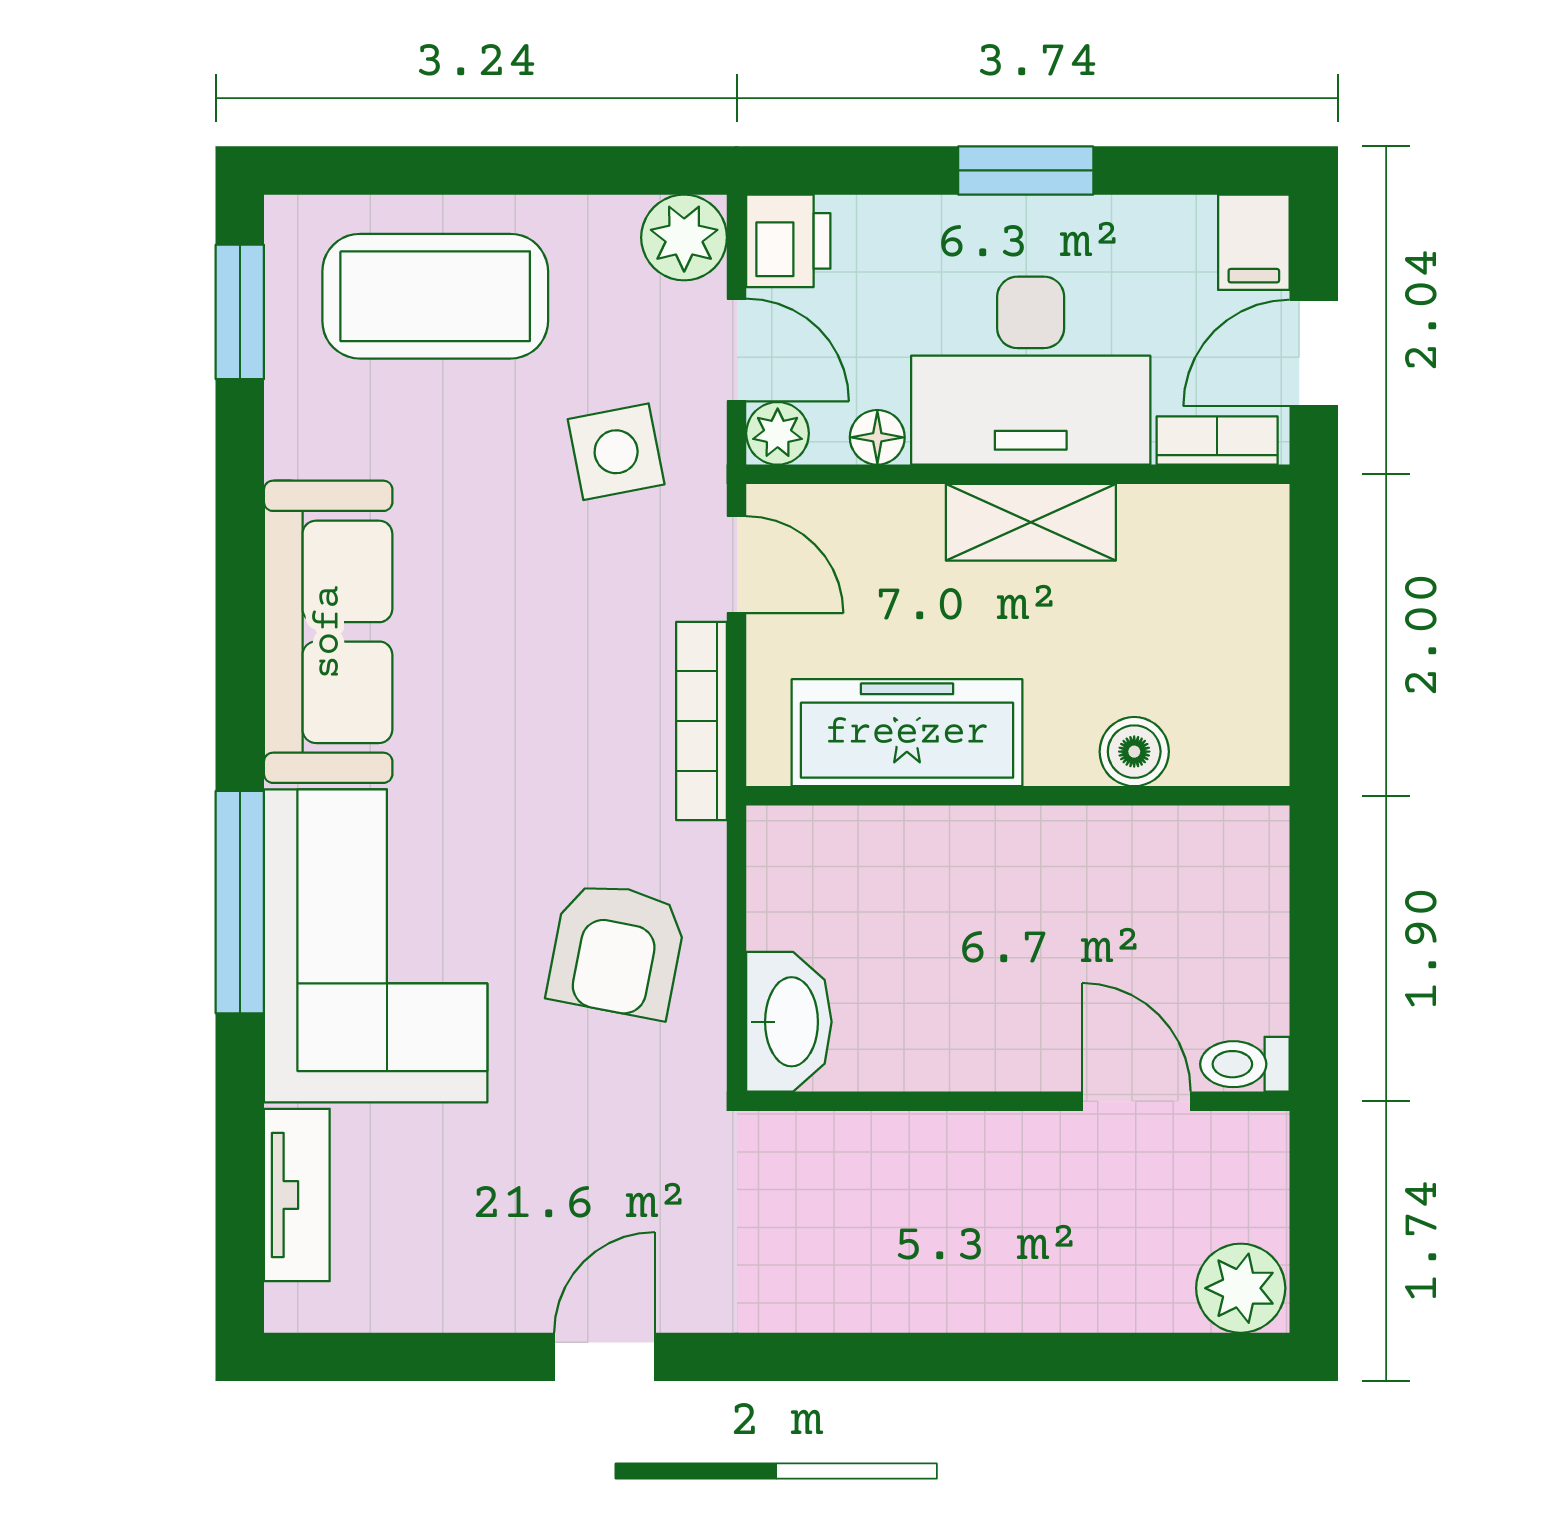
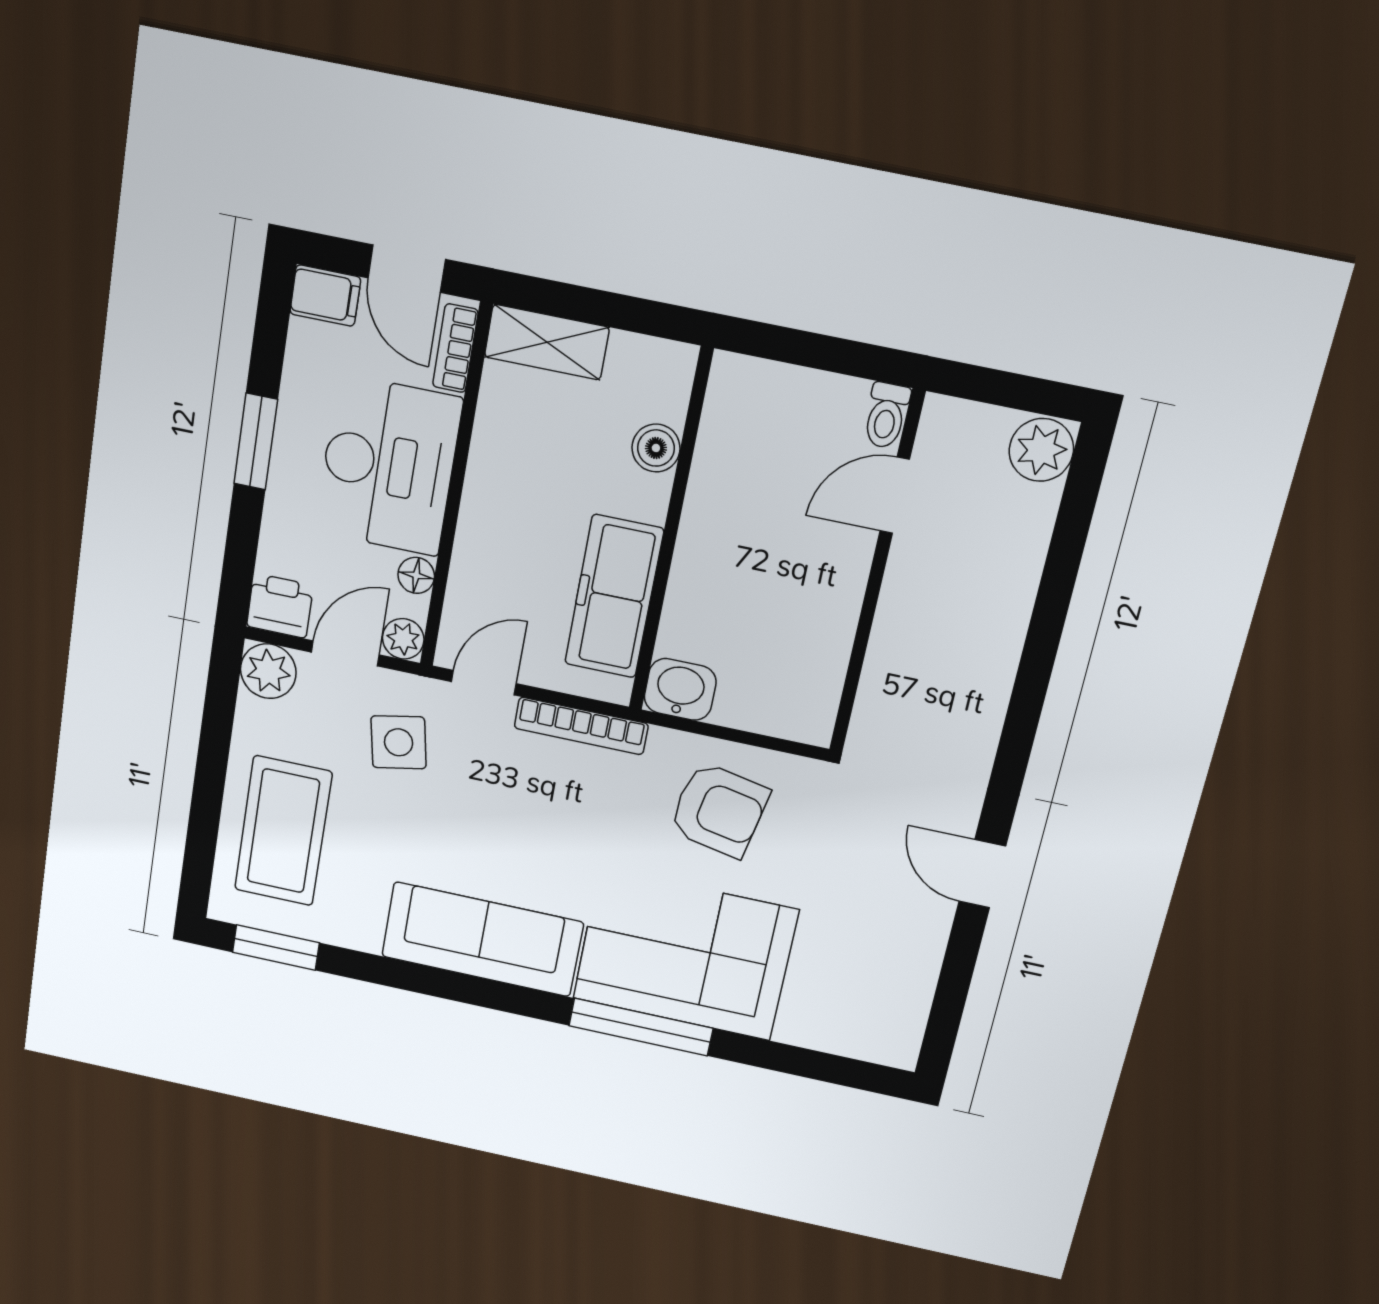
shelving: (1031, 522) -> (547, 342), moved, turned 90
washbasin: (789, 1022) -> (680, 689), moved, width x0.72
tv unit: (297, 1195) -> (832, 1034), removed

